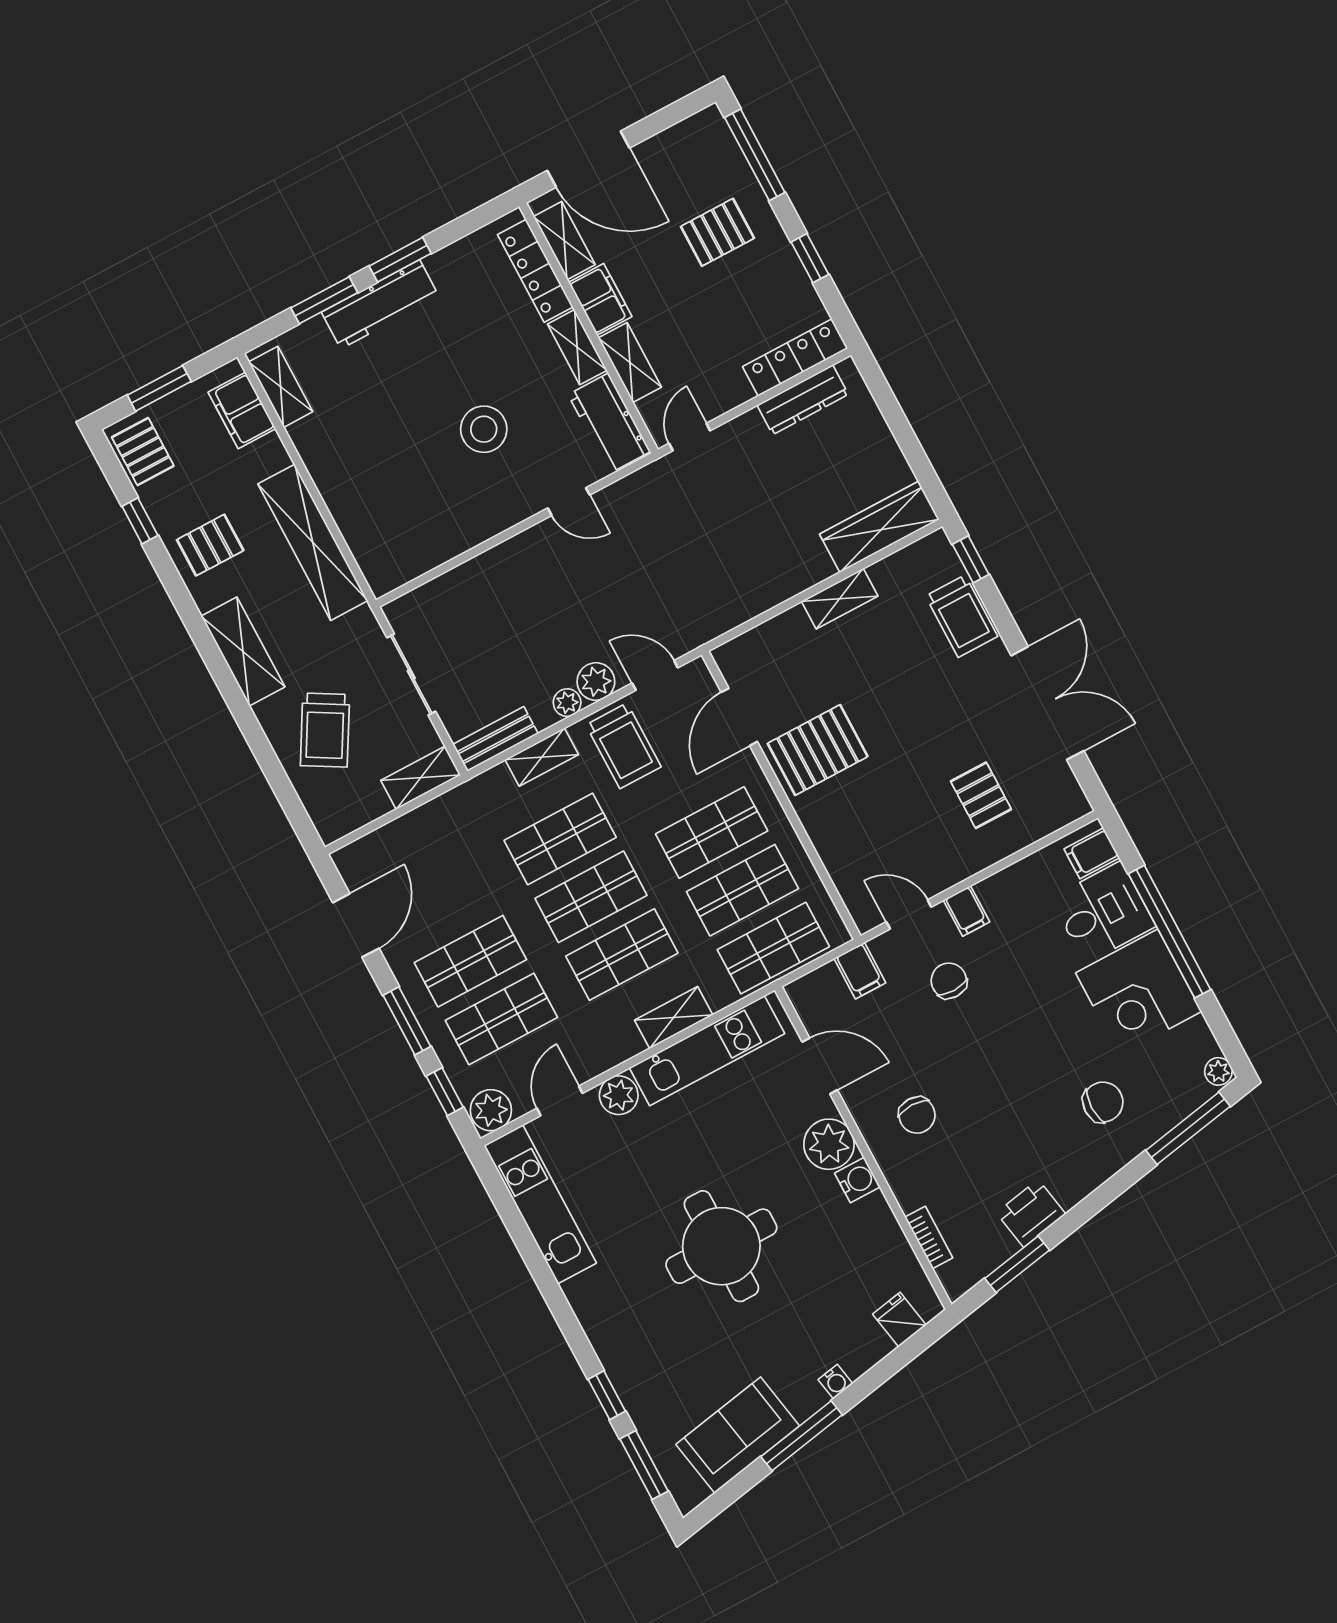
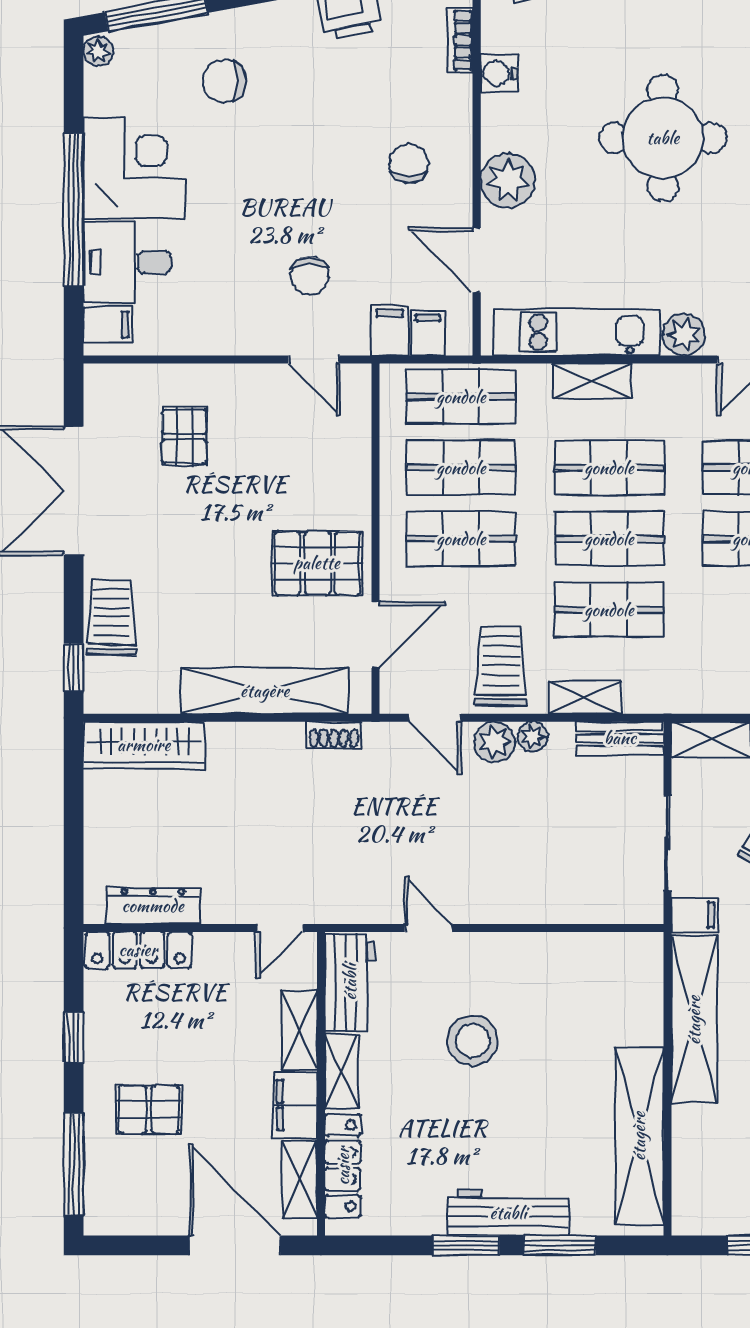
shelving: (281, 387) -> (639, 1136), width x2.20, depth x1.33
filing cabinet: (242, 410) -> (695, 915), moved, width x0.50
shelving: (840, 599) -> (265, 691), width x2.20, depth x1.33
shoe rack: (730, 617) -> (334, 735), added
filing cabinet: (966, 911) -> (428, 333), moved
water cooler: (857, 1180) -> (499, 73), moved

